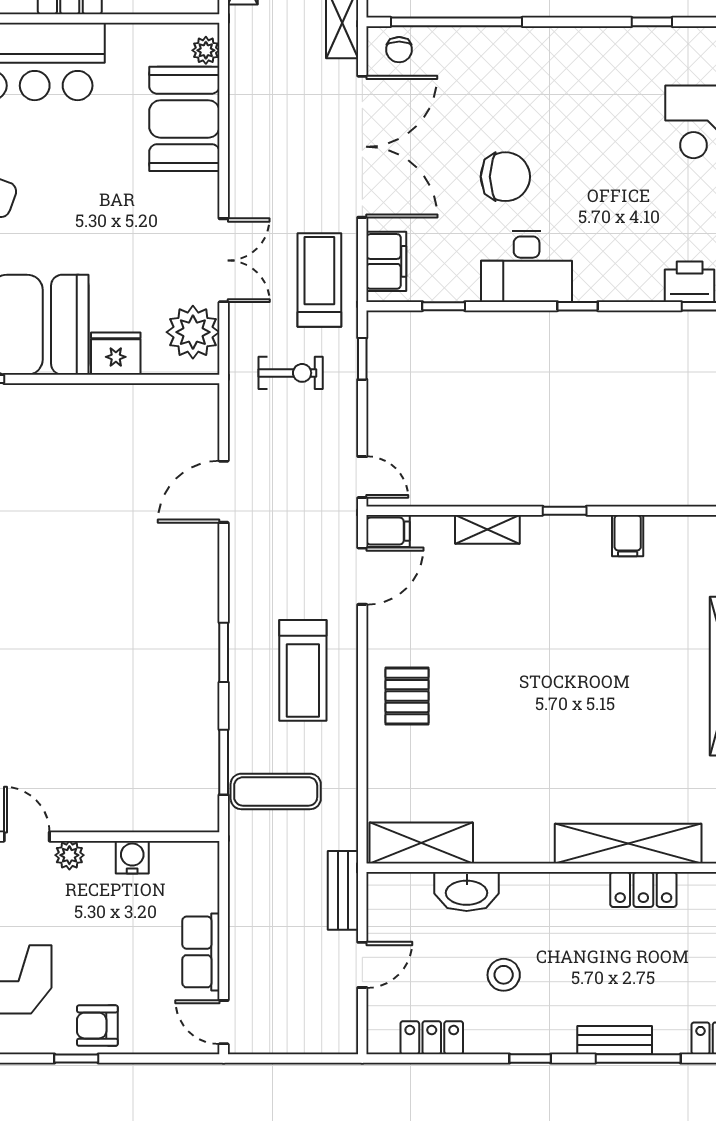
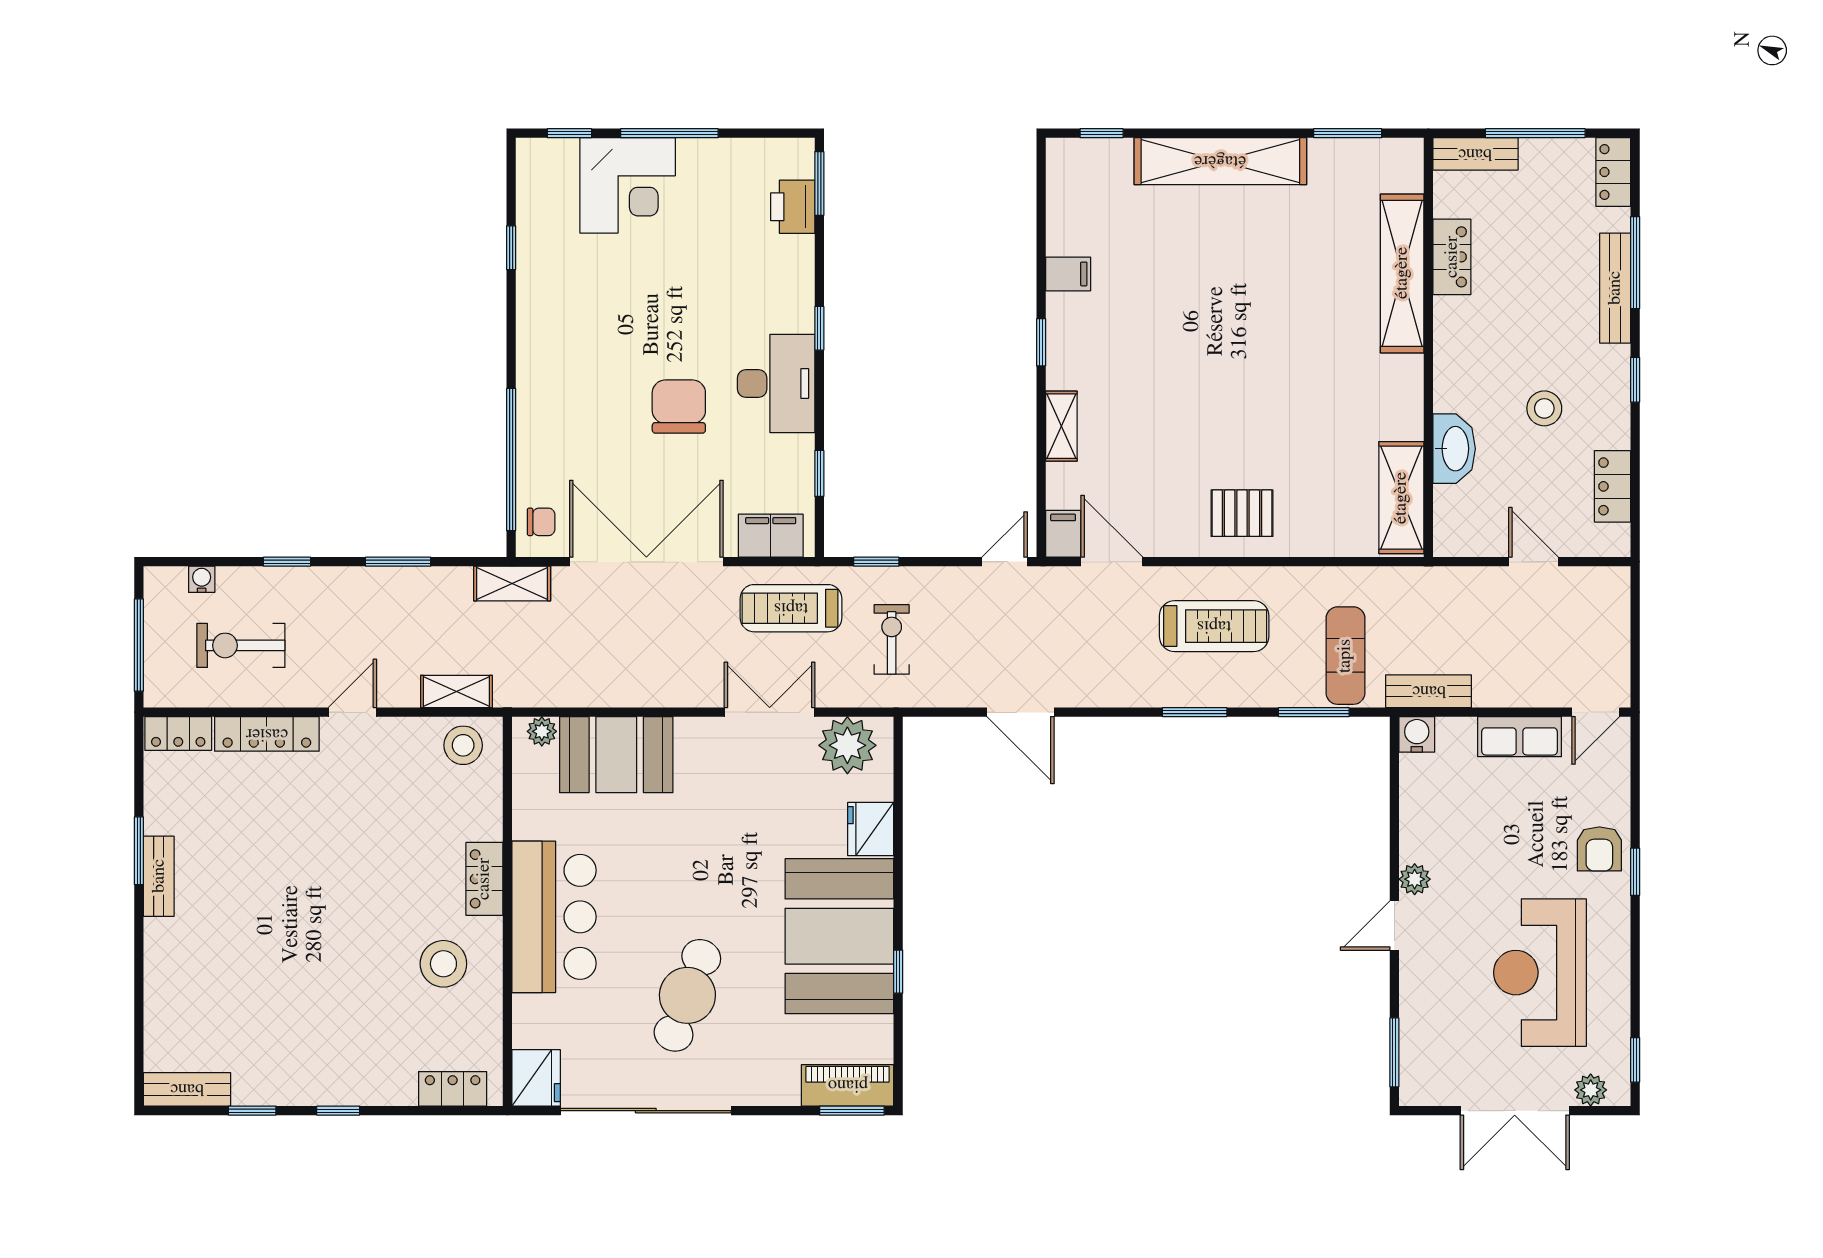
water cooler: (132, 857) -> (1417, 734), moved, turned 90
bench: (343, 890) -> (1429, 691), moved
bench: (615, 1040) -> (1615, 288), width x1.36

